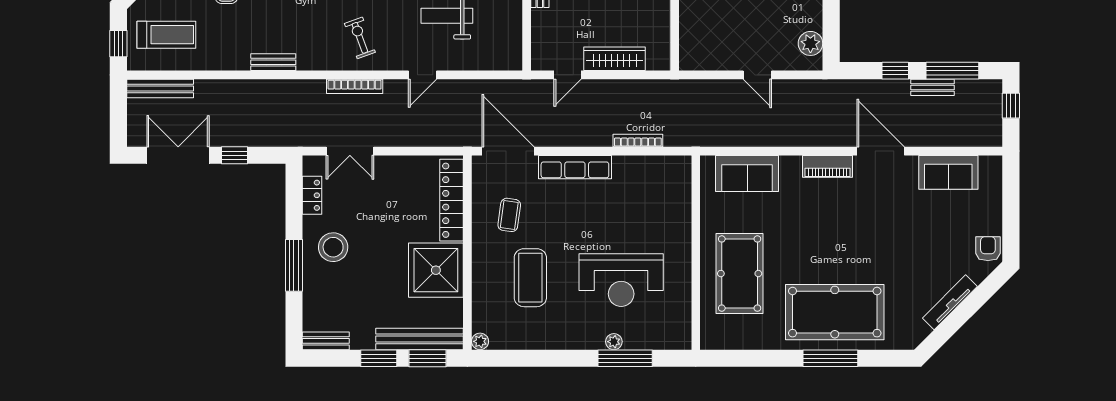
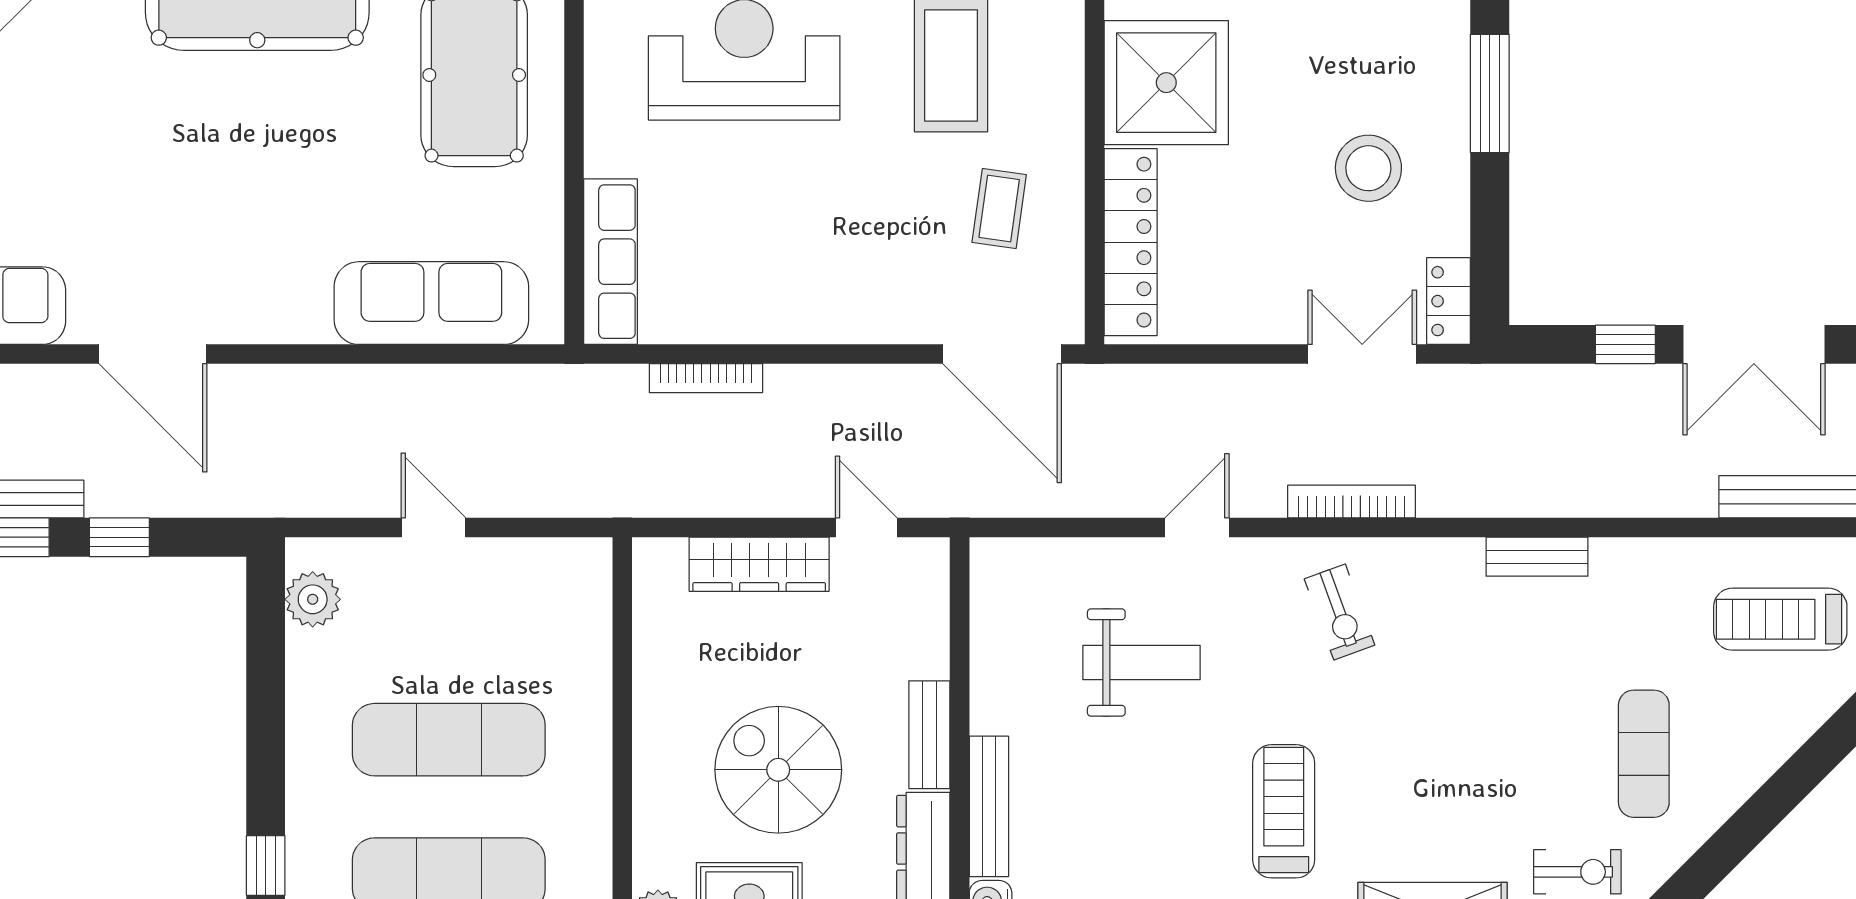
door: (568, 75) -> (866, 528), hinge flipped
piano: (828, 166) -> (274, 319), removed
row of seats: (575, 167) -> (611, 262), moved, turned 90
sofa: (747, 173) -> (431, 303), width x1.36
locker: (312, 195) -> (1449, 301), moved
stool: (333, 247) -> (1368, 168), moved

